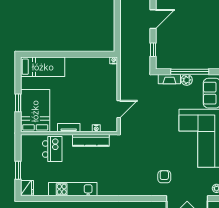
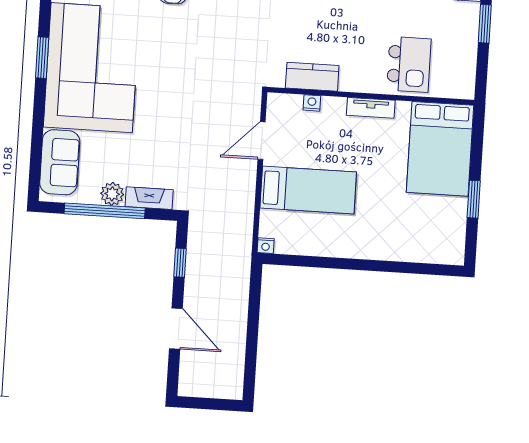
door: (153, 19) -> (176, 329), swing flipped
bed: (43, 67) -> (308, 190), moved, turned 180
window: (18, 103) -> (474, 199), moved
kitchen counter: (91, 140) -> (312, 77), width x0.67
kitchen island: (52, 149) -> (409, 64), turned 180

